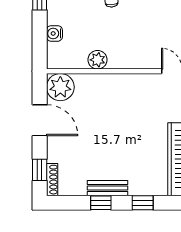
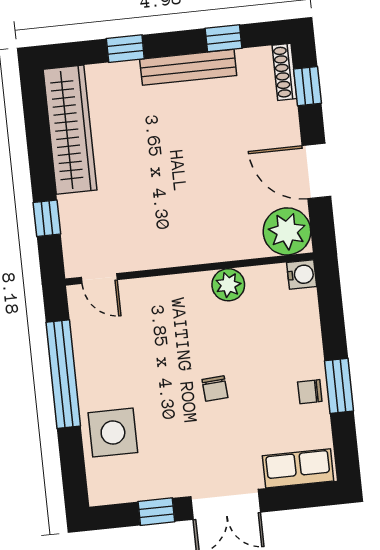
water cooler: (54, 33) -> (302, 274), moved
bench: (107, 188) -> (188, 67), width x1.36
window: (101, 203) -> (223, 38), moved

